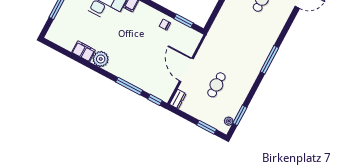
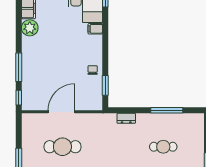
cafe table: (216, 85) -> (62, 147), width x1.37, depth x1.35
dresser: (178, 99) -> (126, 118), moved

